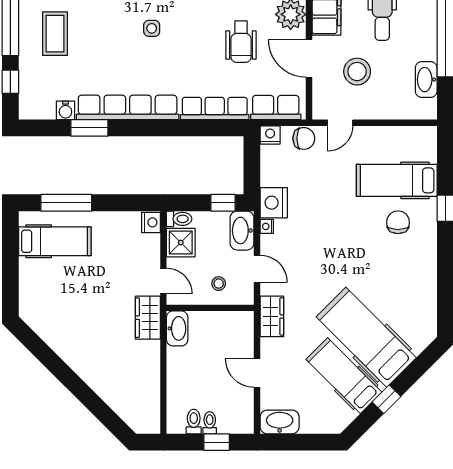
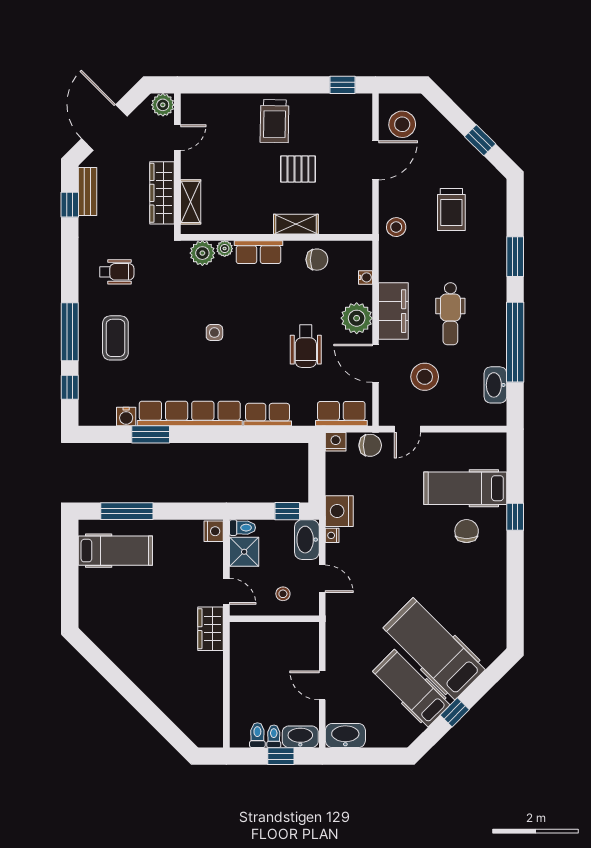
row of seats: (215, 108) -> (268, 415), width x0.68
wardrobe: (272, 316) -> (337, 627), removed
washbasin: (177, 328) -> (300, 737), moved, turned -90

